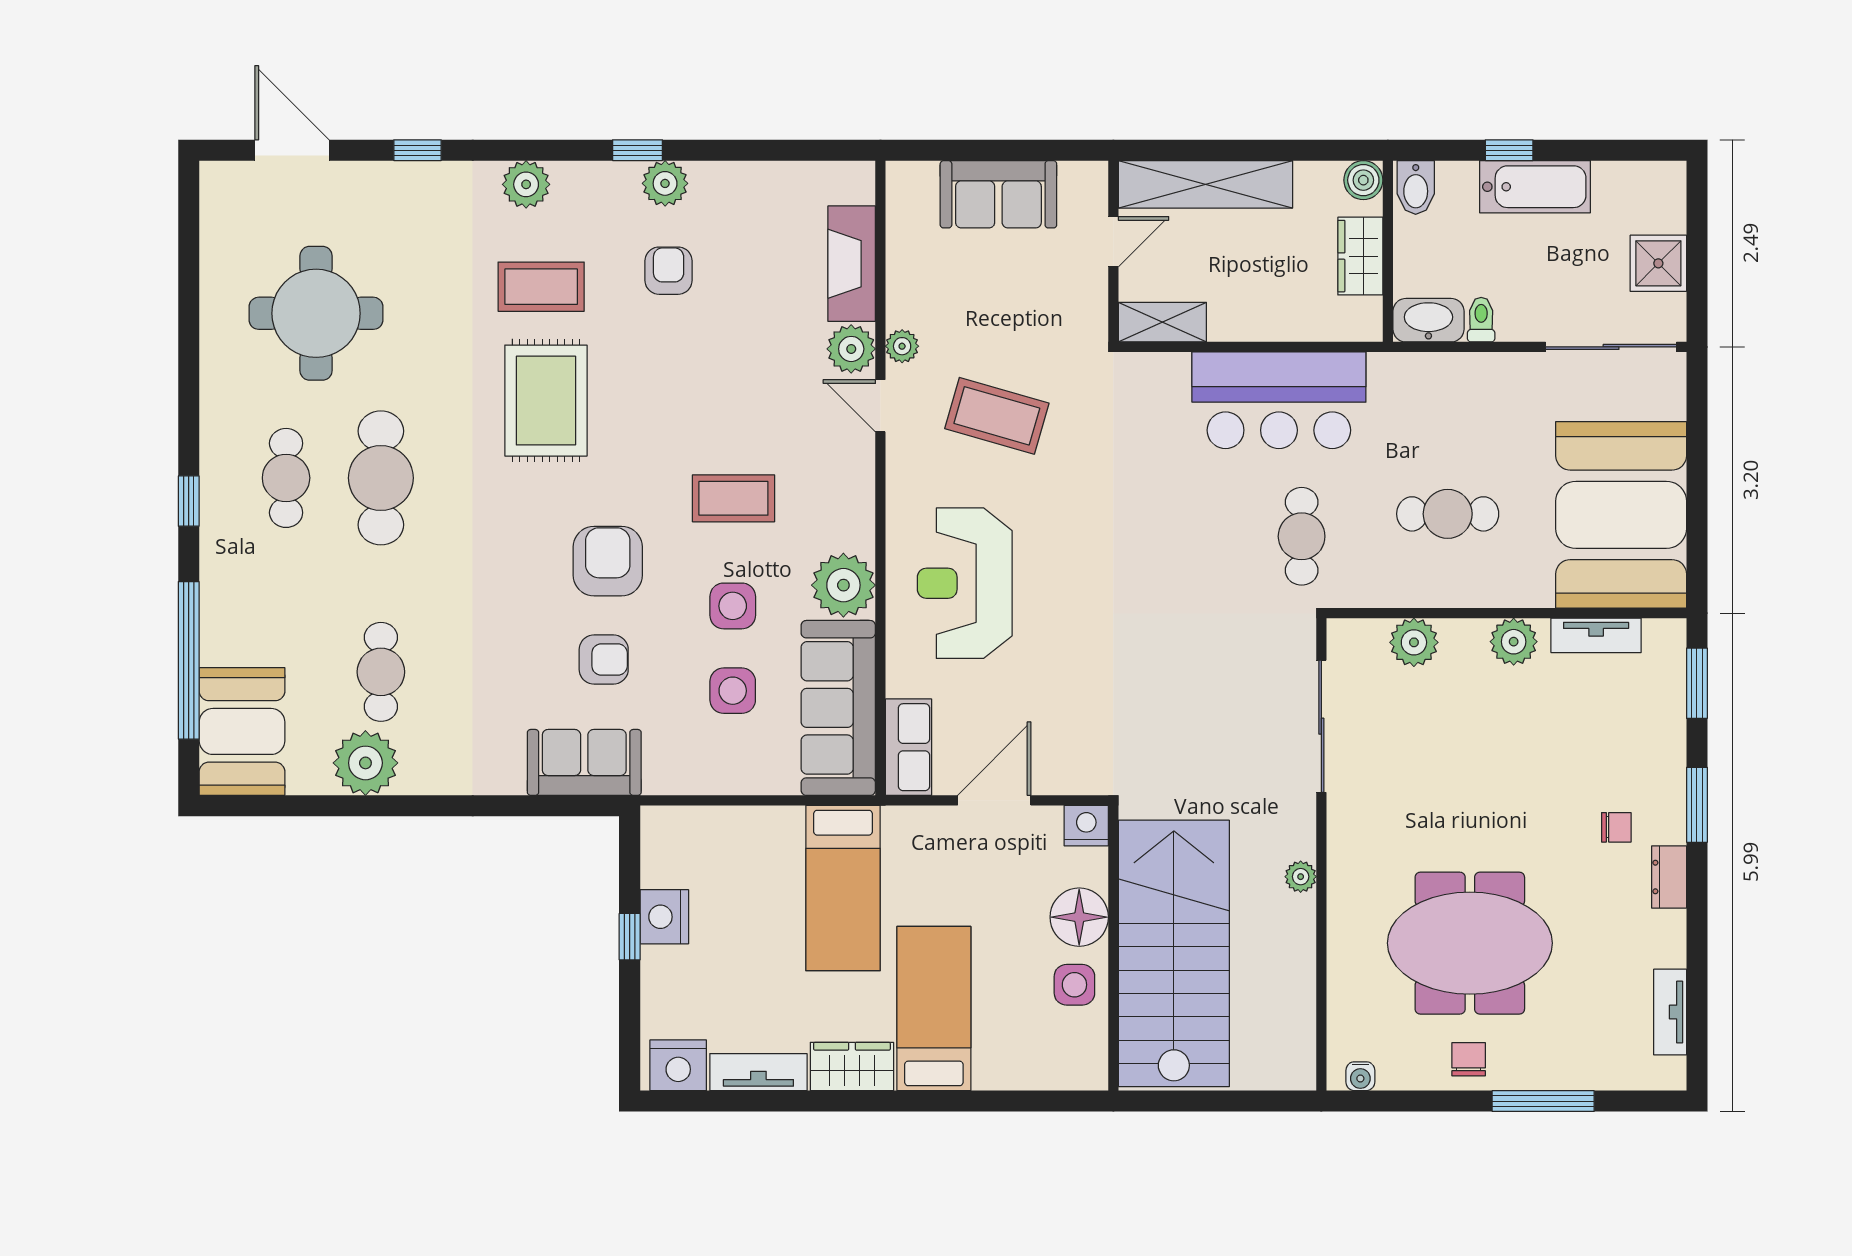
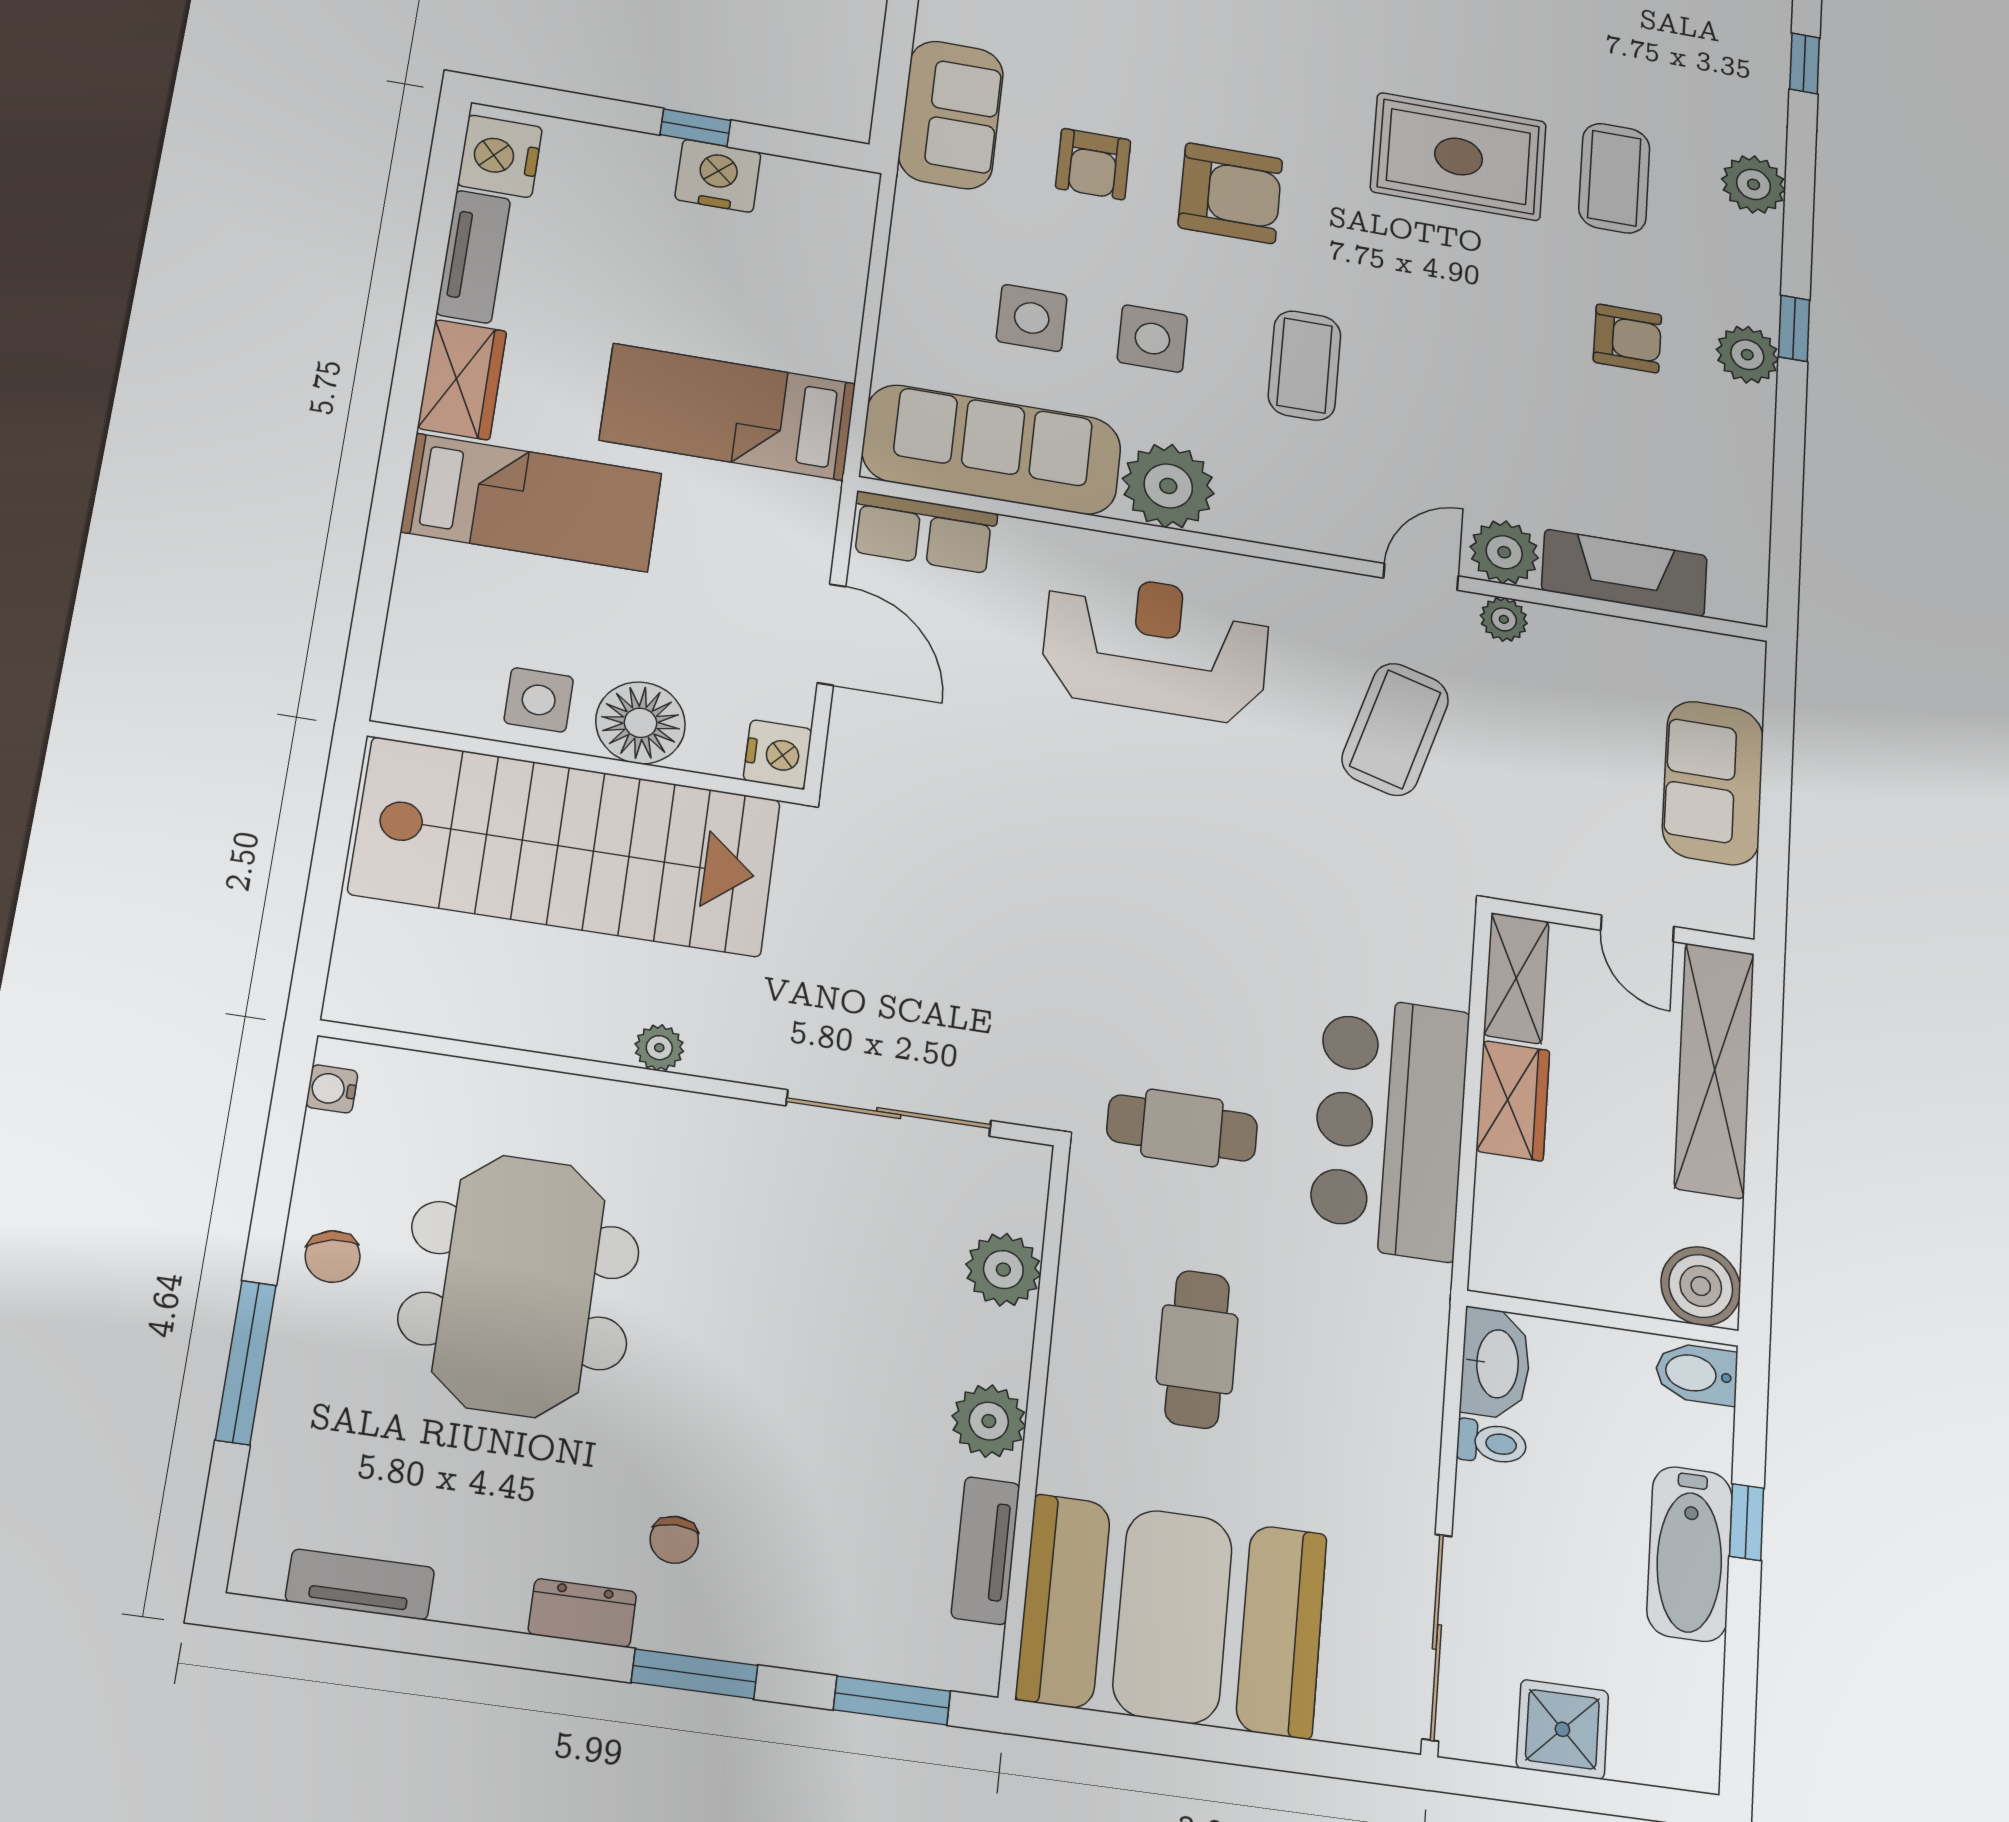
boiler: (1363, 180) -> (1701, 1286), width x1.36, depth x1.36
wardrobe: (1360, 256) -> (1513, 1101), moved, turned 90
chair: (1469, 1059) -> (333, 1257), turned 79

